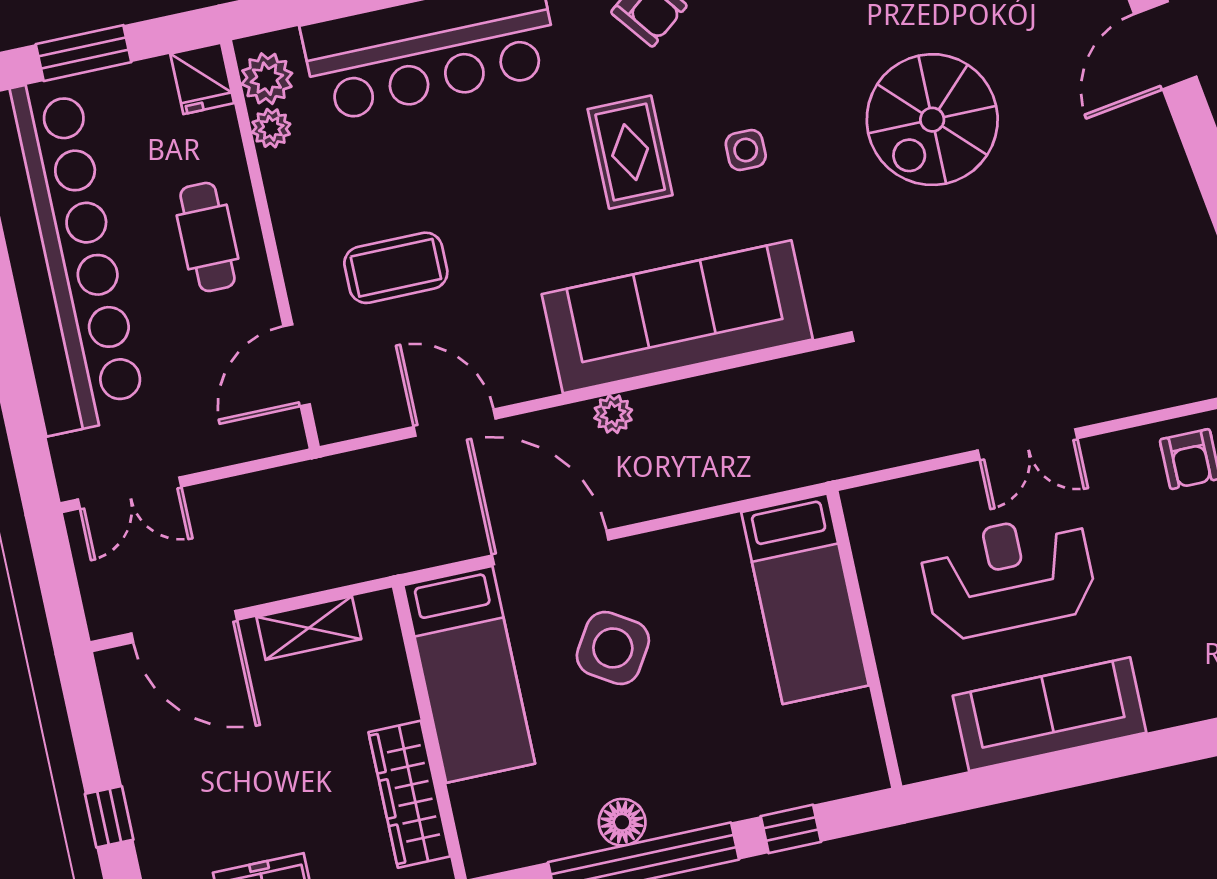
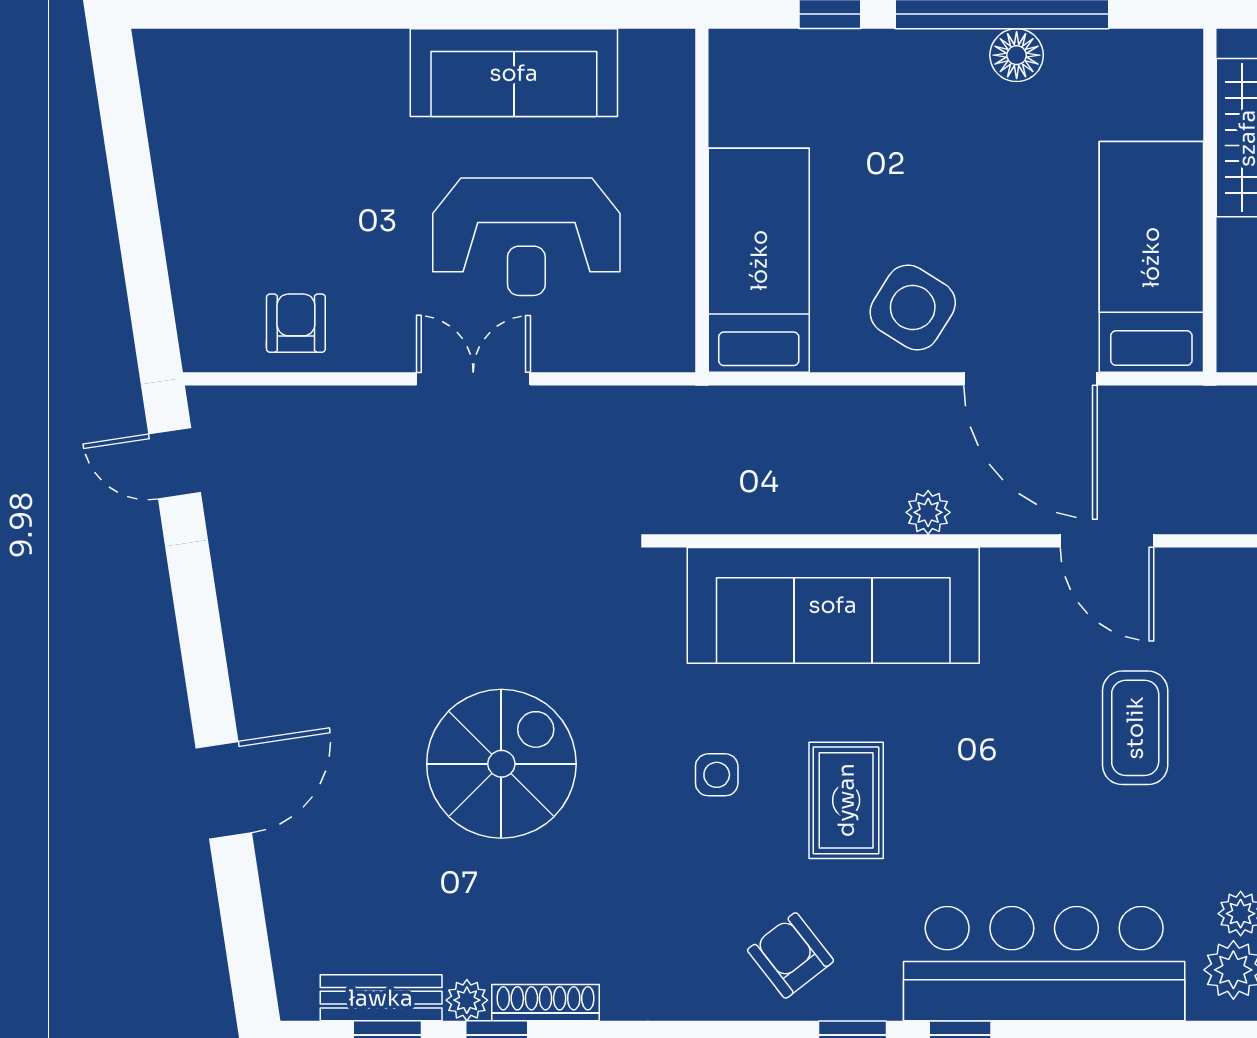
coffee table: (396, 268) -> (1135, 728), turned 90
side table: (613, 648) -> (913, 307), moved

